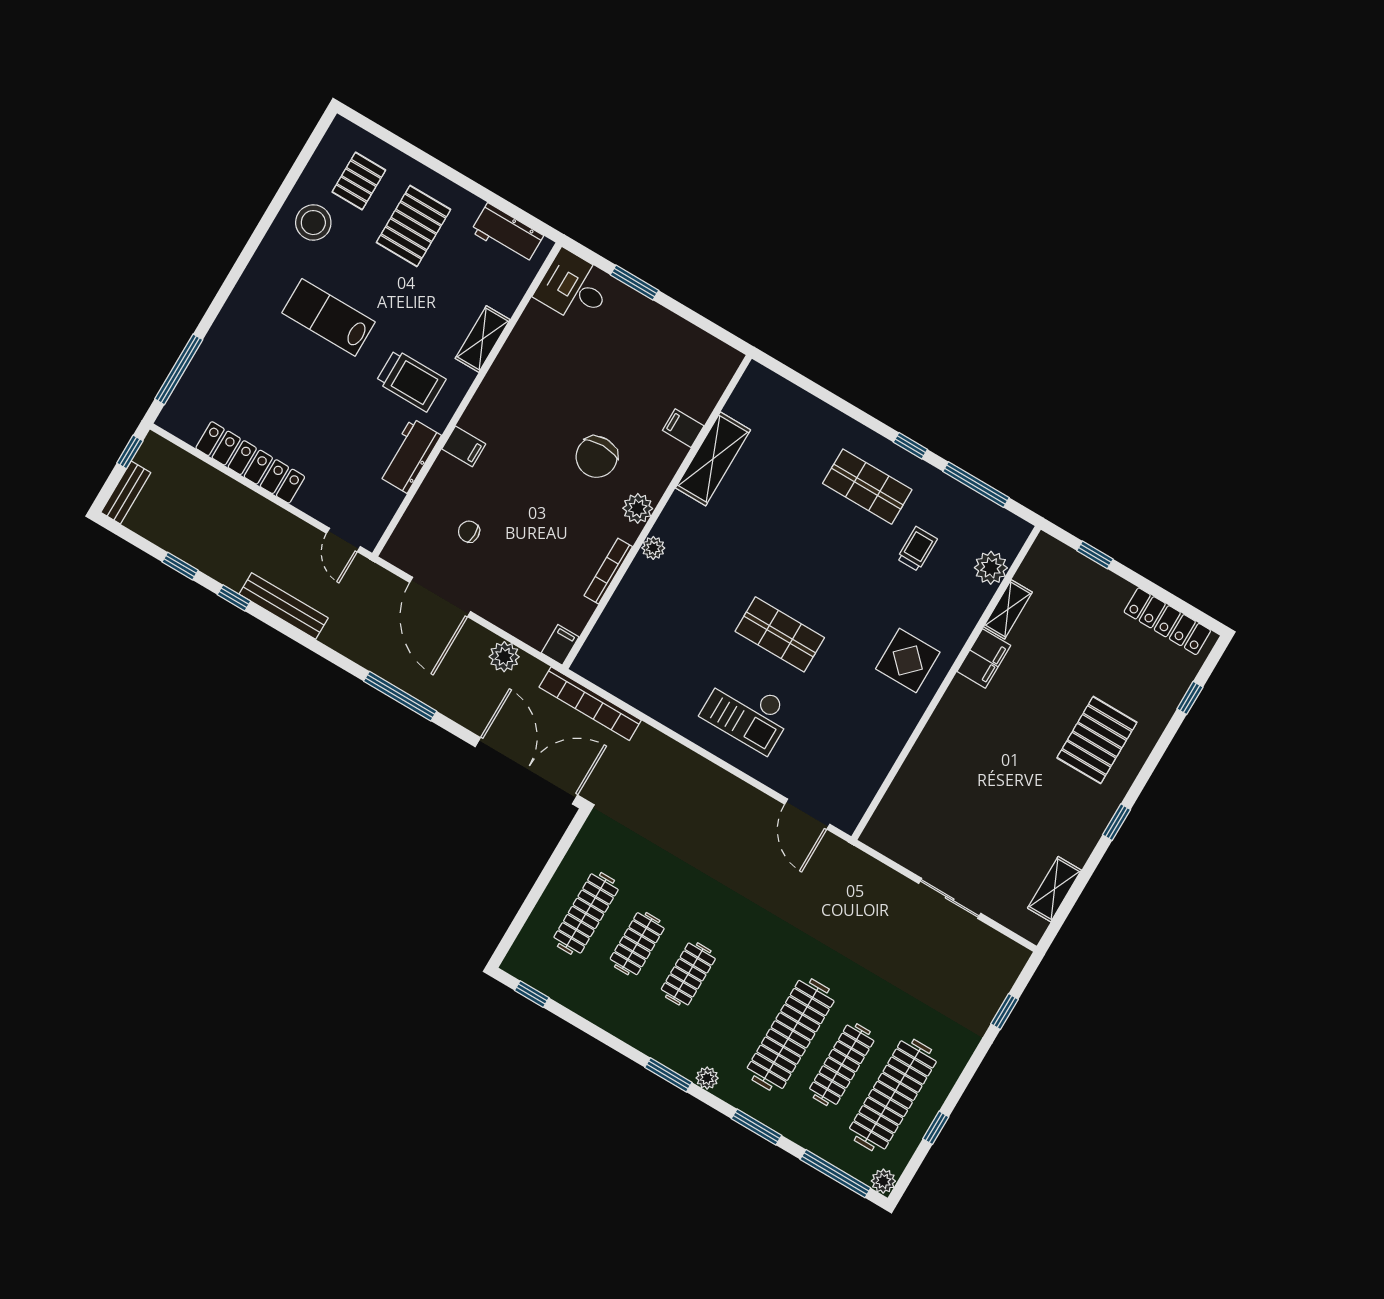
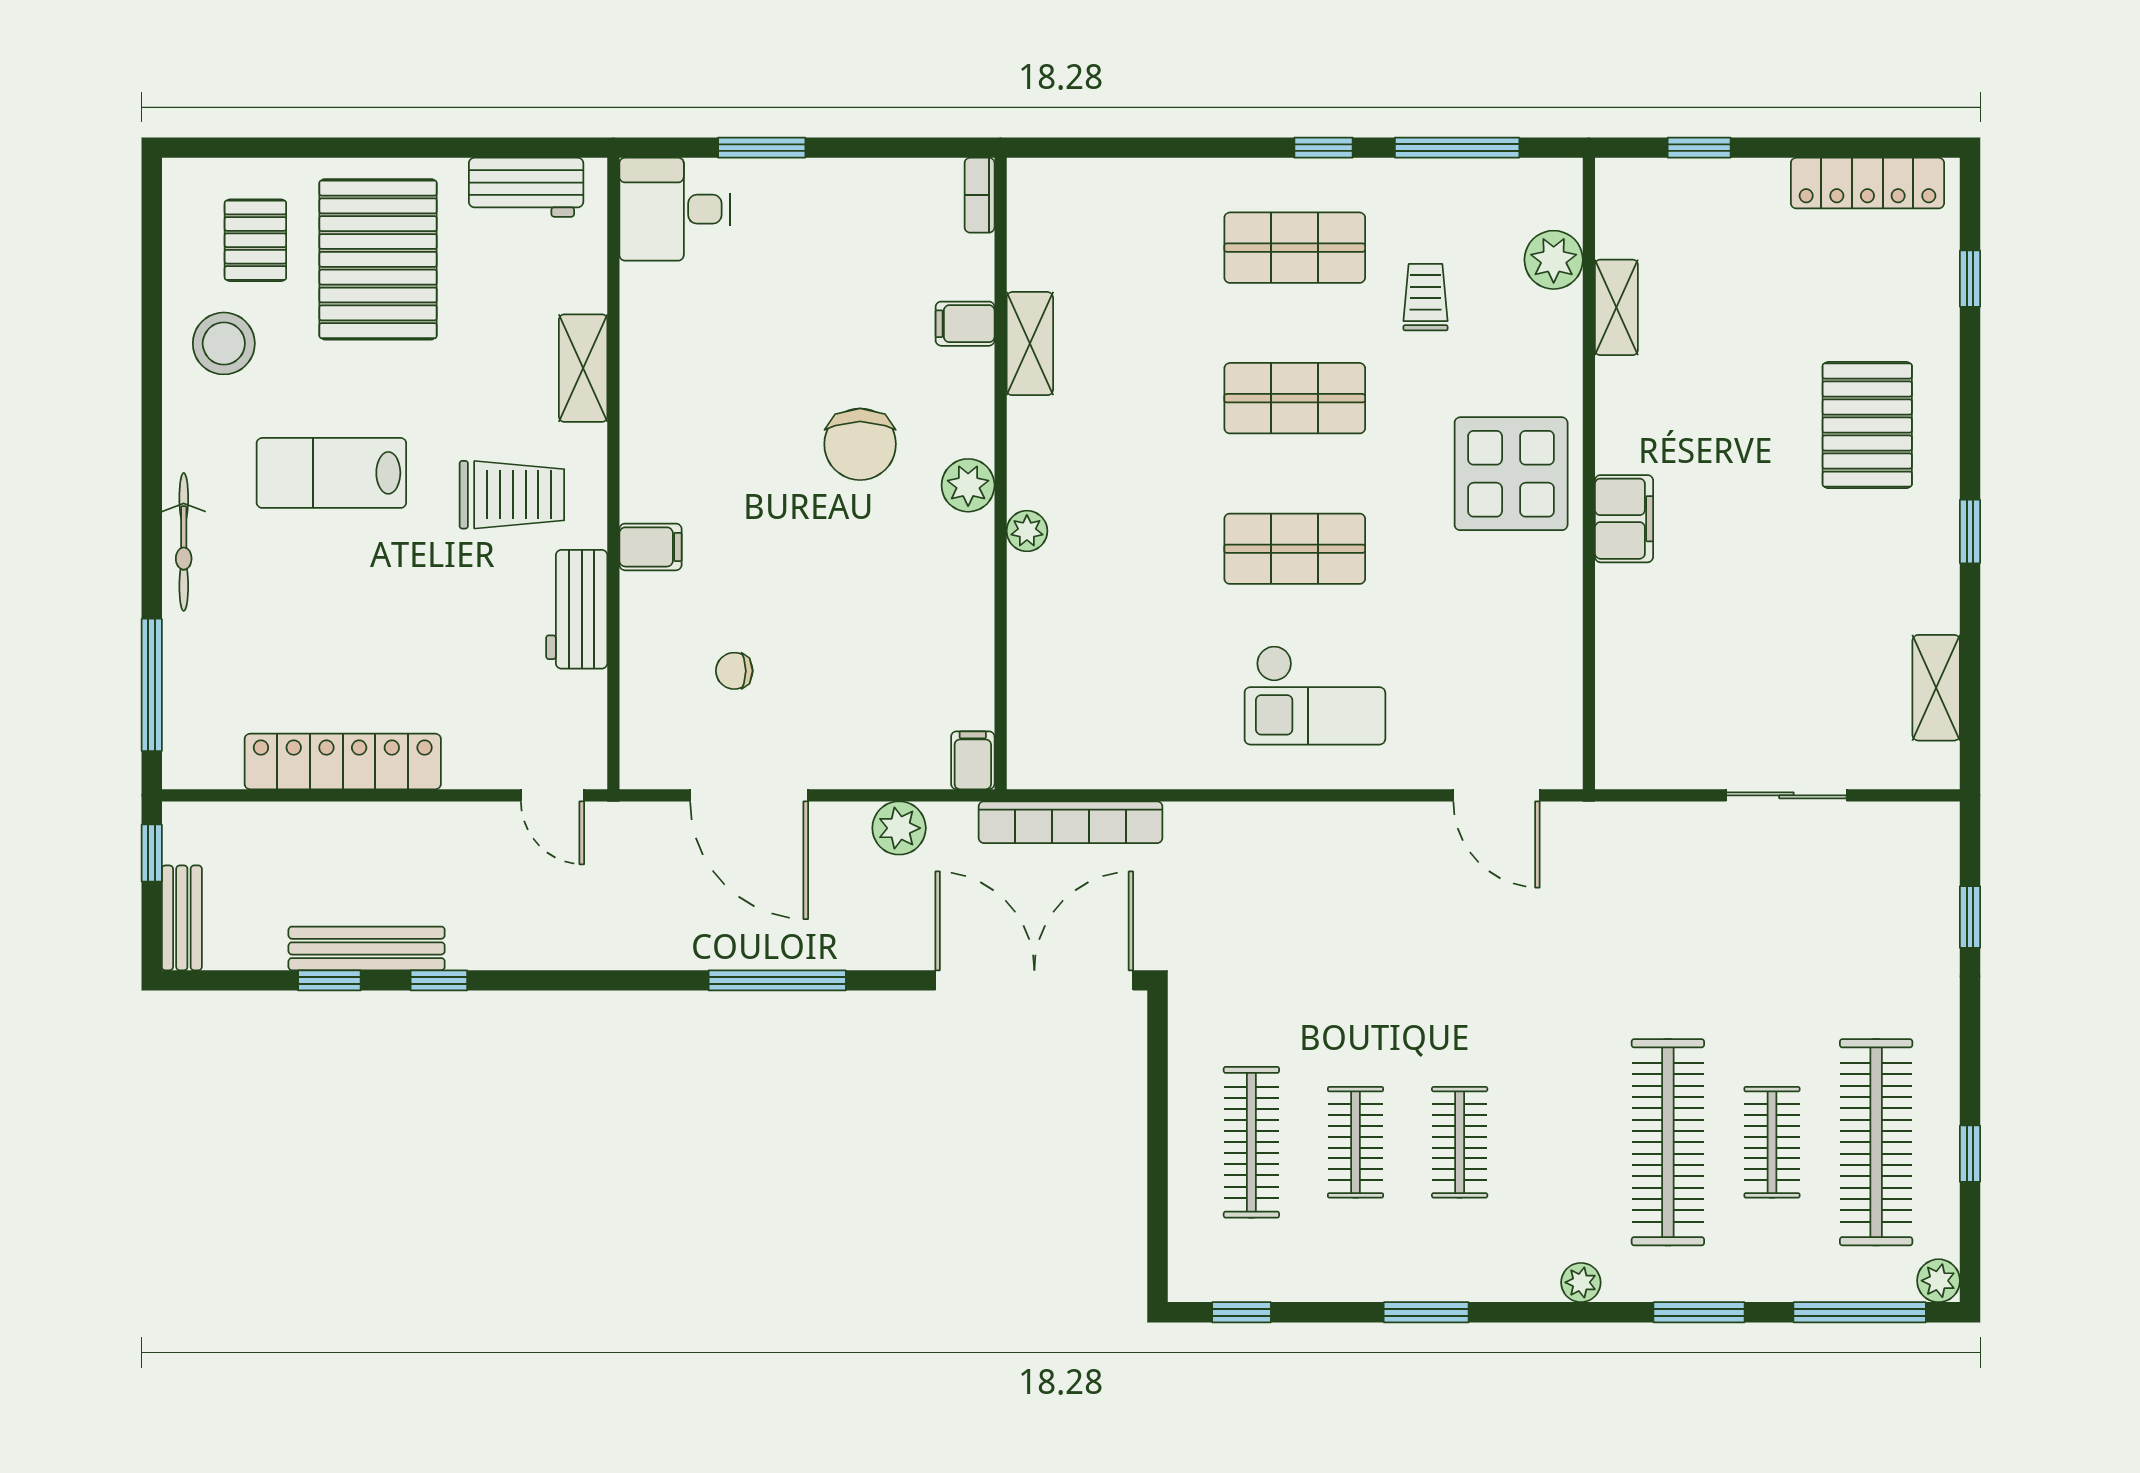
pallet: (413, 226) -> (378, 259), width x1.37, depth x1.41
bicycle: (236, 308) -> (184, 542), added
shelving: (713, 459) -> (1030, 344), width x0.67, depth x0.75
shop shelf: (823, 561) -> (1295, 398), added
bookcase: (608, 571) -> (980, 195), moved, width x0.64
bench: (284, 606) -> (367, 948), moved
filing cabinet: (984, 658) -> (1624, 519), moved
display table: (908, 660) -> (1511, 474), width x1.36, depth x1.36
clothes rail: (842, 1065) -> (1772, 1142), width x0.73
window: (668, 1075) -> (1426, 1312), moved

